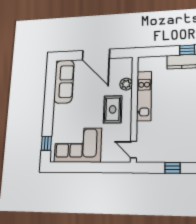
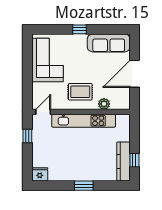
kitchen unit: (144, 96) -> (84, 121), width x1.36
window: (46, 143) -> (79, 29), moved
window: (172, 168) -> (27, 136), moved

